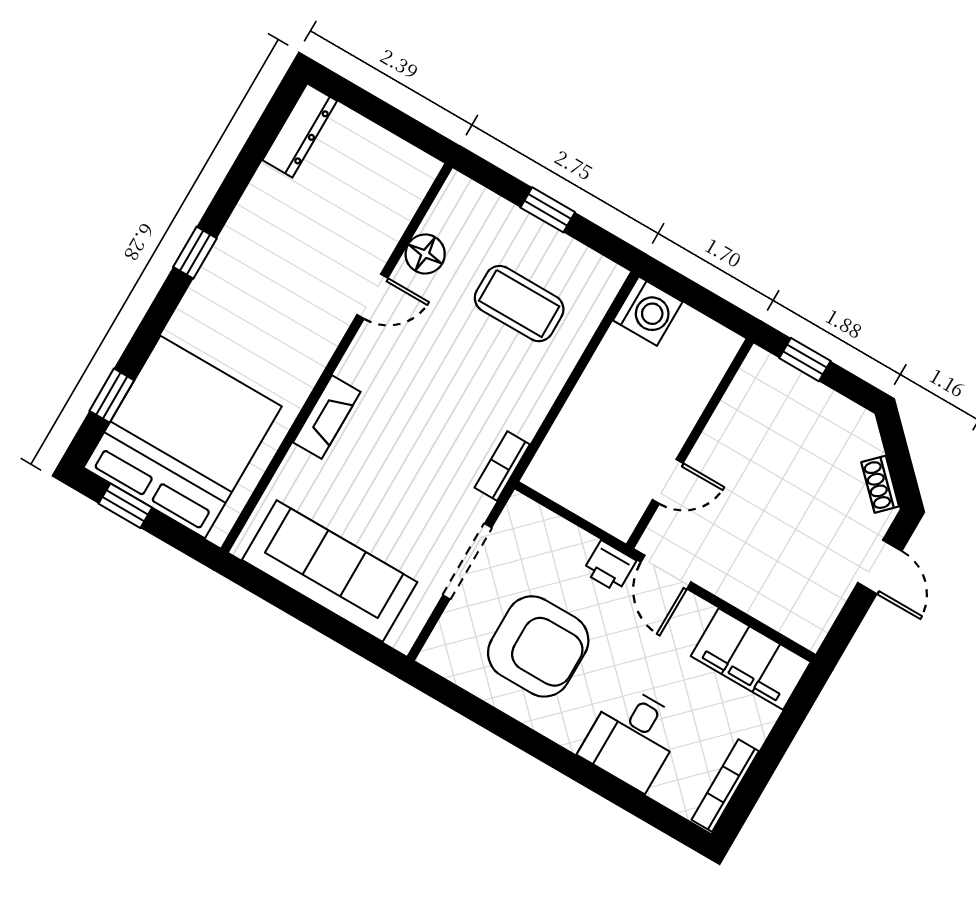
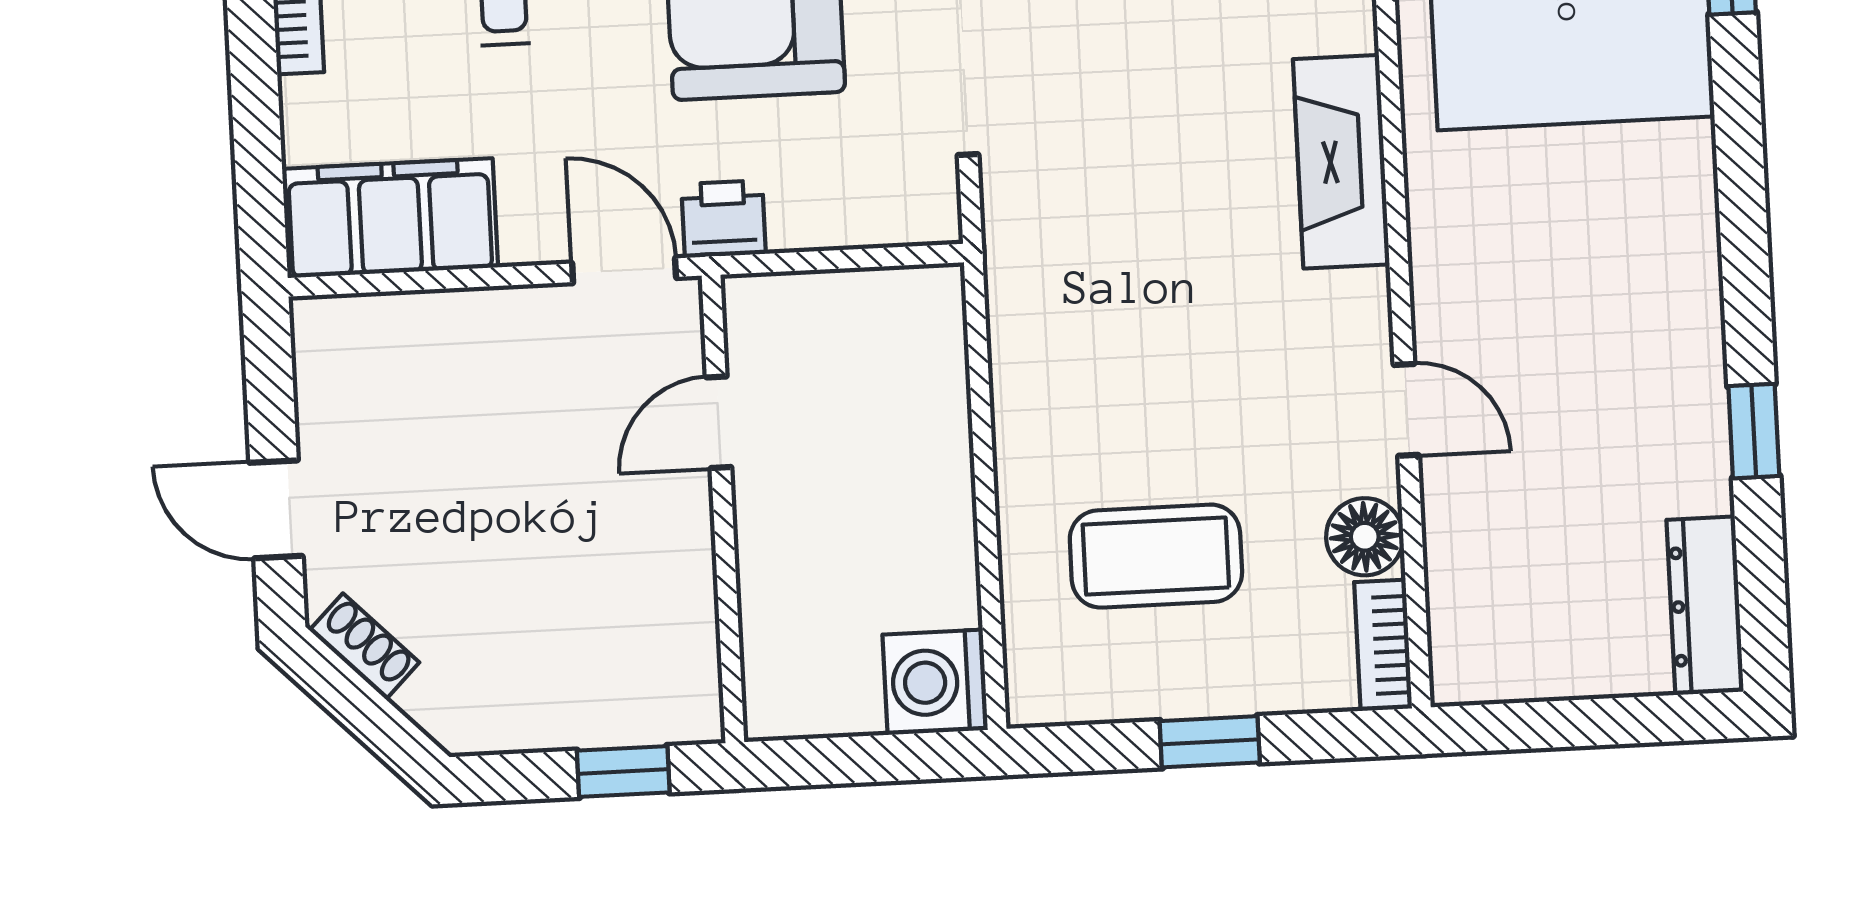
window: (195, 253) -> (1754, 431), moved
door: (372, 296) -> (1406, 410), swing flipped
fireplace: (327, 417) -> (1341, 162), width x1.37, depth x1.32
bookcase: (502, 466) -> (1383, 645), moved, turned 180

